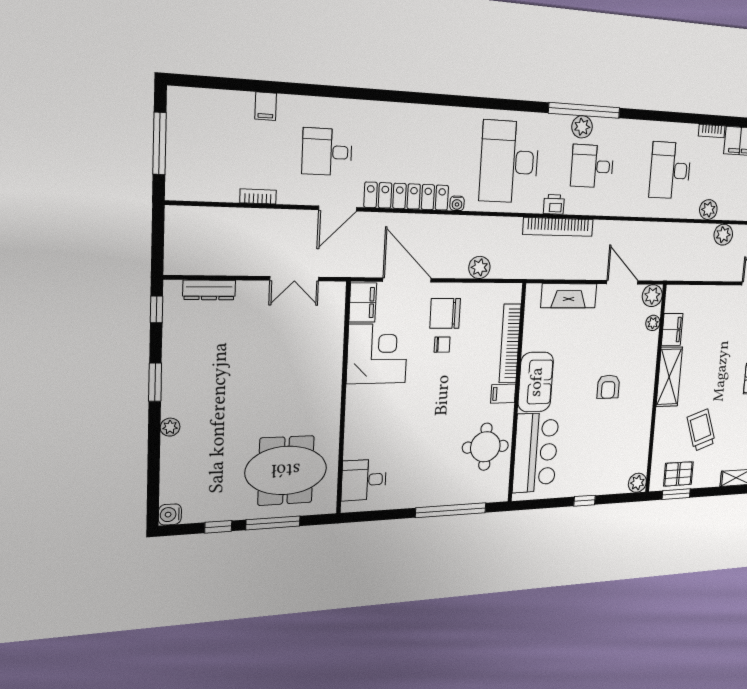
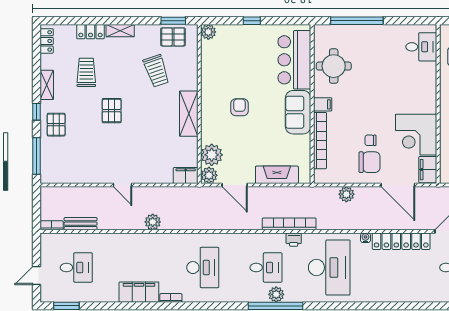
plant: (708, 210) -> (168, 240), removed
plant: (653, 323) -> (212, 155), width x1.88, depth x1.88
filing cabinet: (672, 330) -> (186, 175), moved, turned 90

